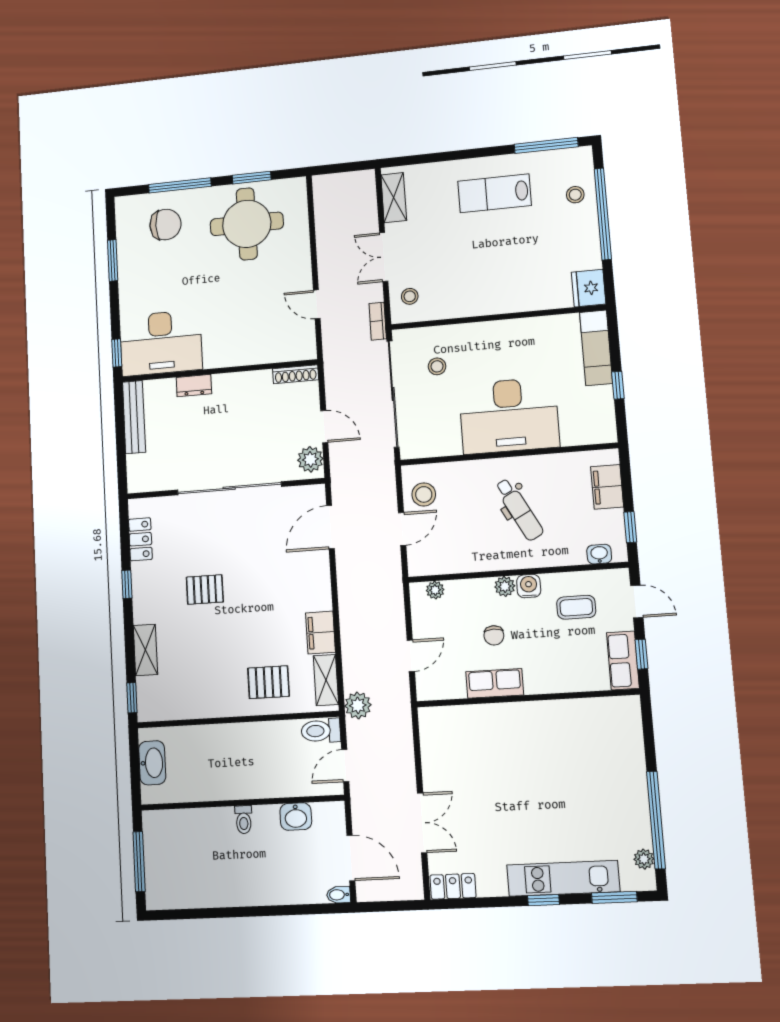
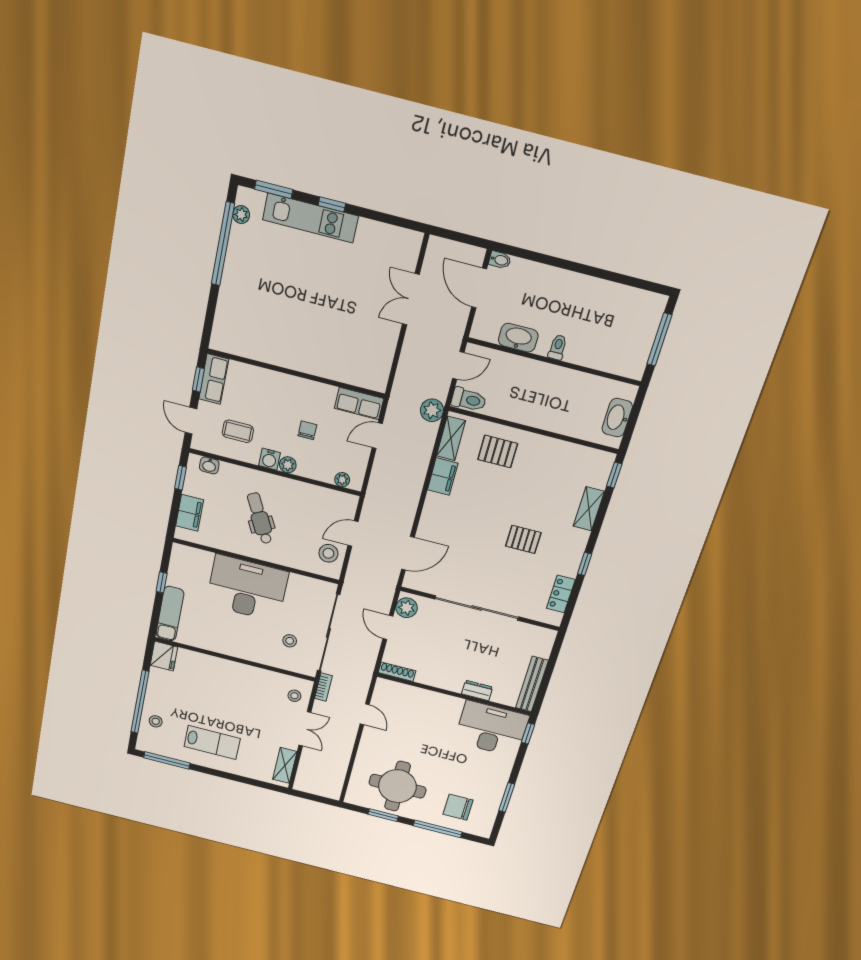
row of seats: (495, 683) -> (359, 403), moved
washbasin: (296, 817) -> (518, 338), width x1.38
locker: (453, 886) -> (402, 238), removed

